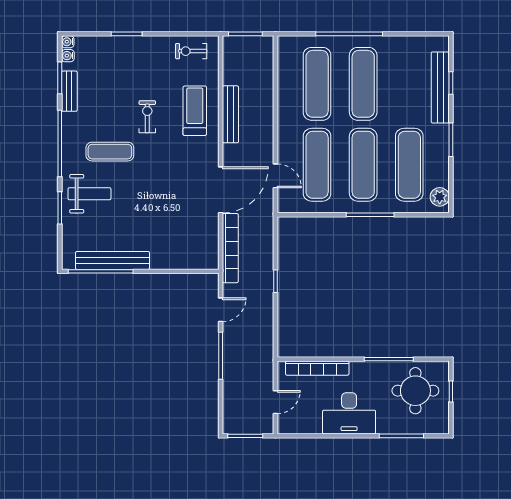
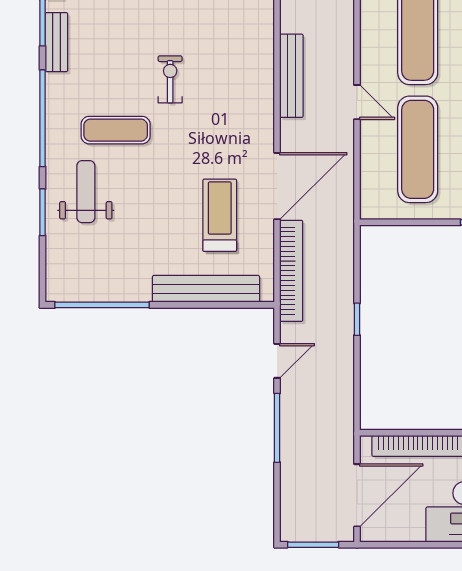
treadmill: (195, 111) -> (220, 215), moved
door: (275, 176) -> (357, 102), moved
weight bench: (89, 194) -> (86, 192), turned -90
bench: (113, 260) -> (206, 289), moved
door: (275, 402) -> (357, 495), width x1.88

